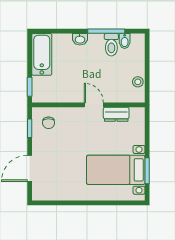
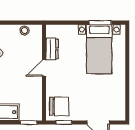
chair: (49, 123) -> (59, 106), width x1.87, depth x1.87

